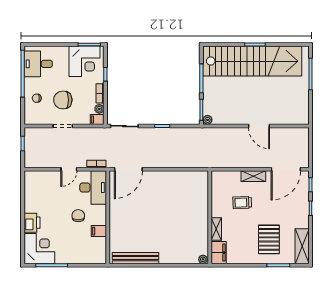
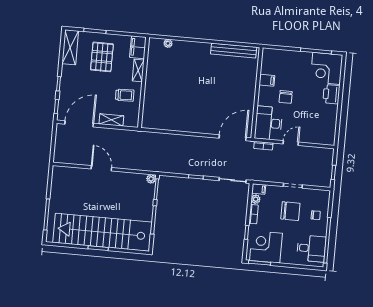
wall: (210, 217) -> (144, 82), moved
shelving: (216, 229) -> (138, 70), moved
filing cabinet: (219, 253) -> (138, 47), moved

